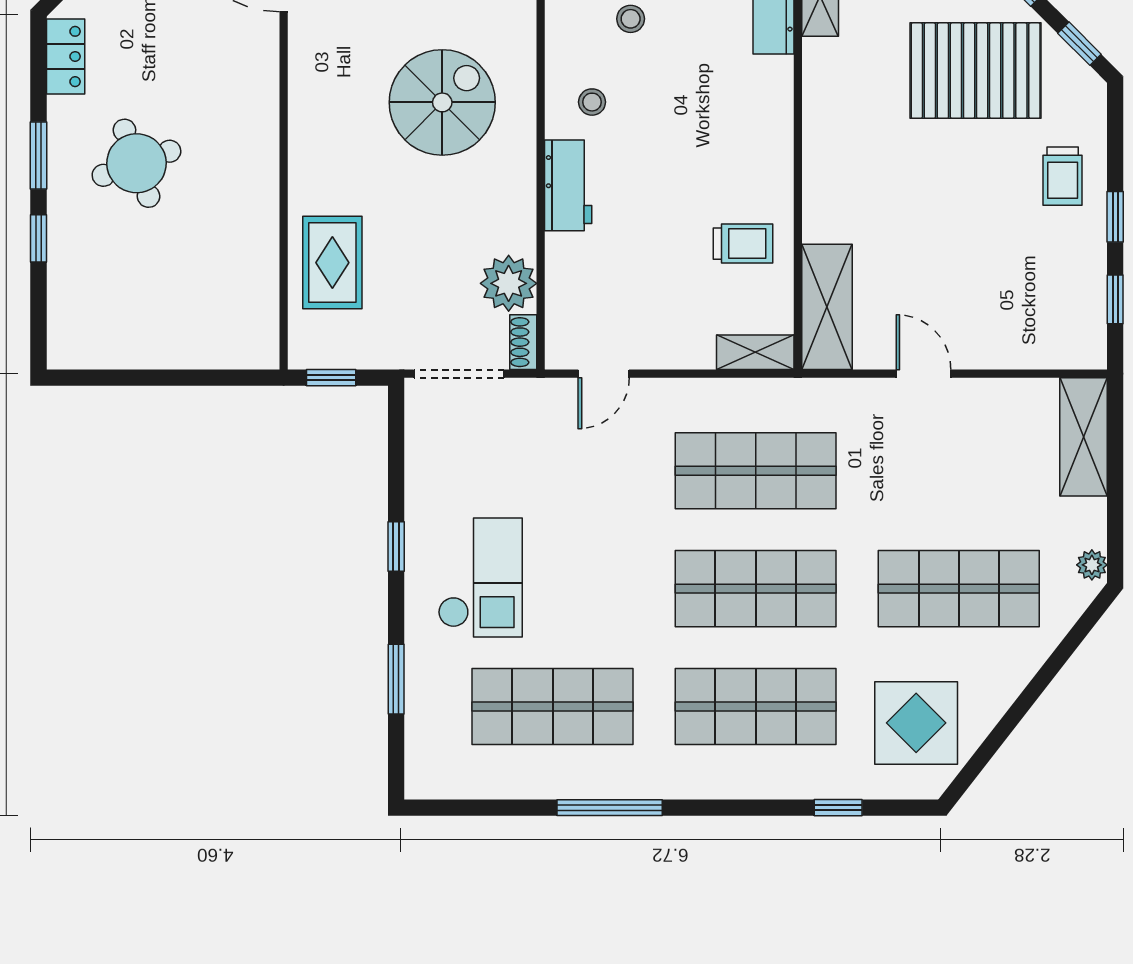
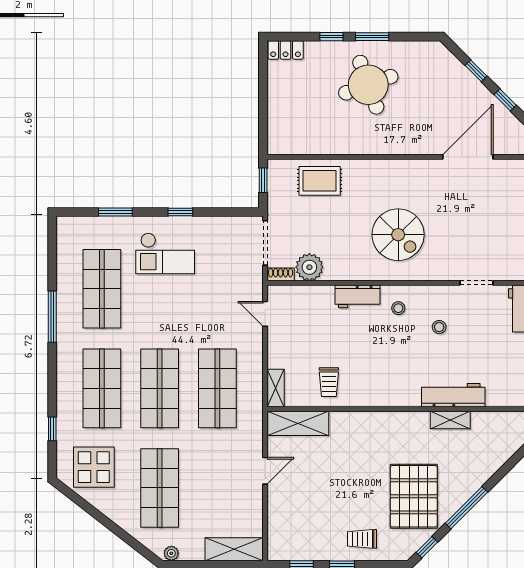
locker: (66, 56) -> (286, 50), moved
round table: (136, 163) -> (368, 85), width x1.36, depth x1.36

